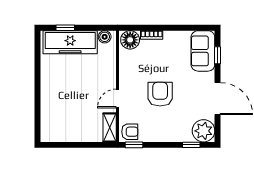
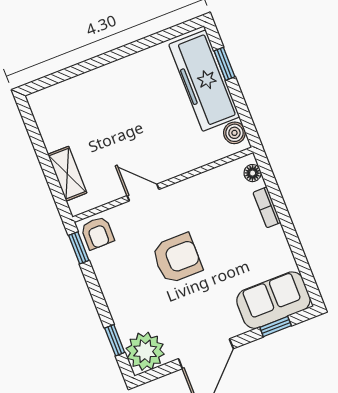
floor lamp: (130, 40) -> (253, 173), width x0.53, depth x0.53
shelving: (110, 127) -> (67, 174), moved, turned 90

